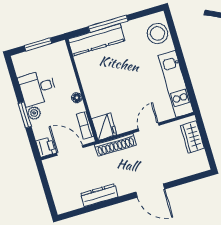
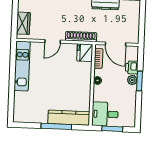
stool: (157, 33) -> (23, 107), removed
desk: (37, 88) -> (105, 114), moved, turned 180
printer: (46, 147) -> (132, 68), moved

